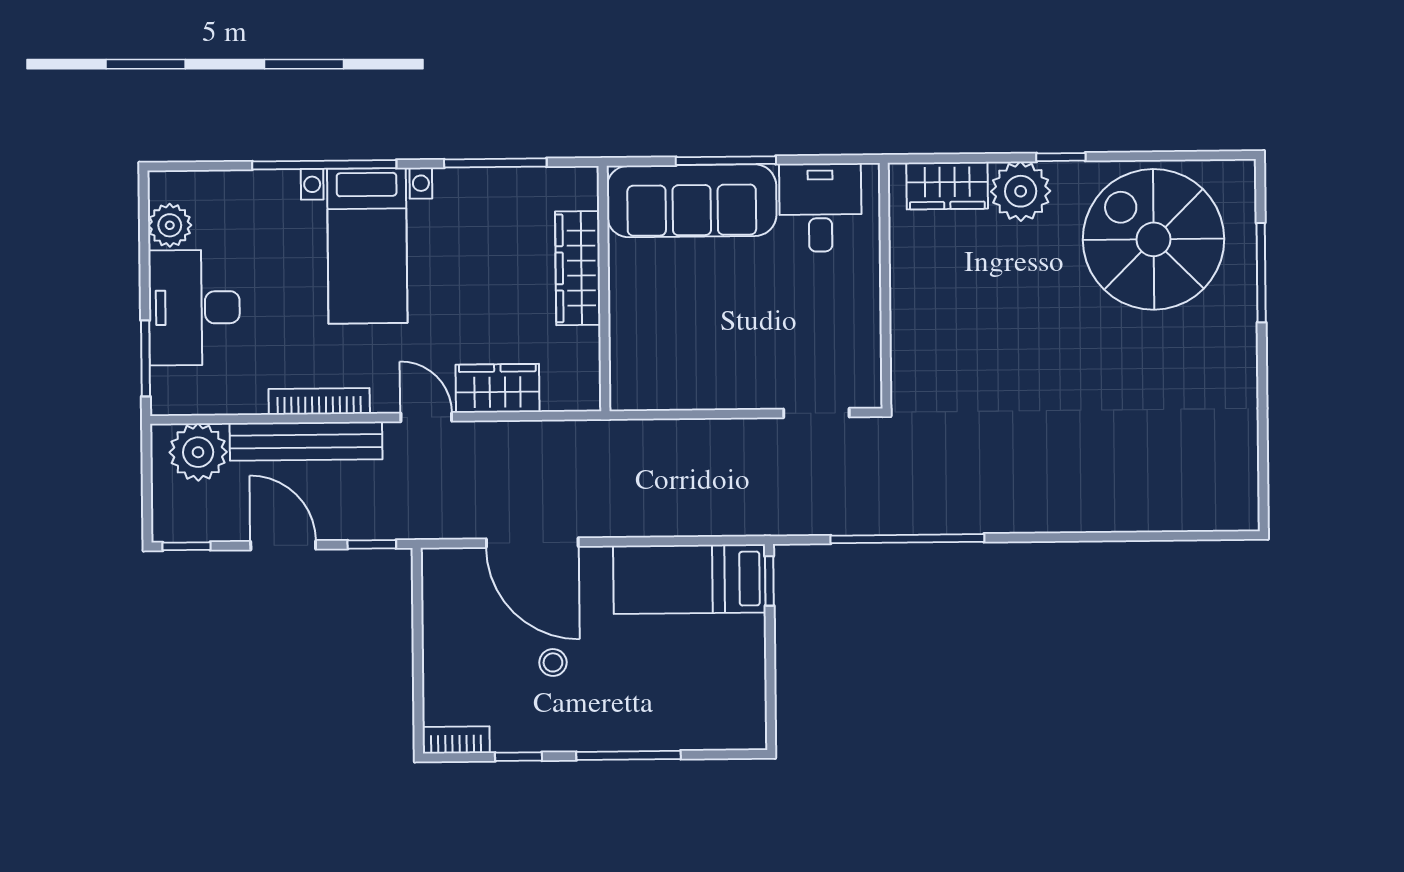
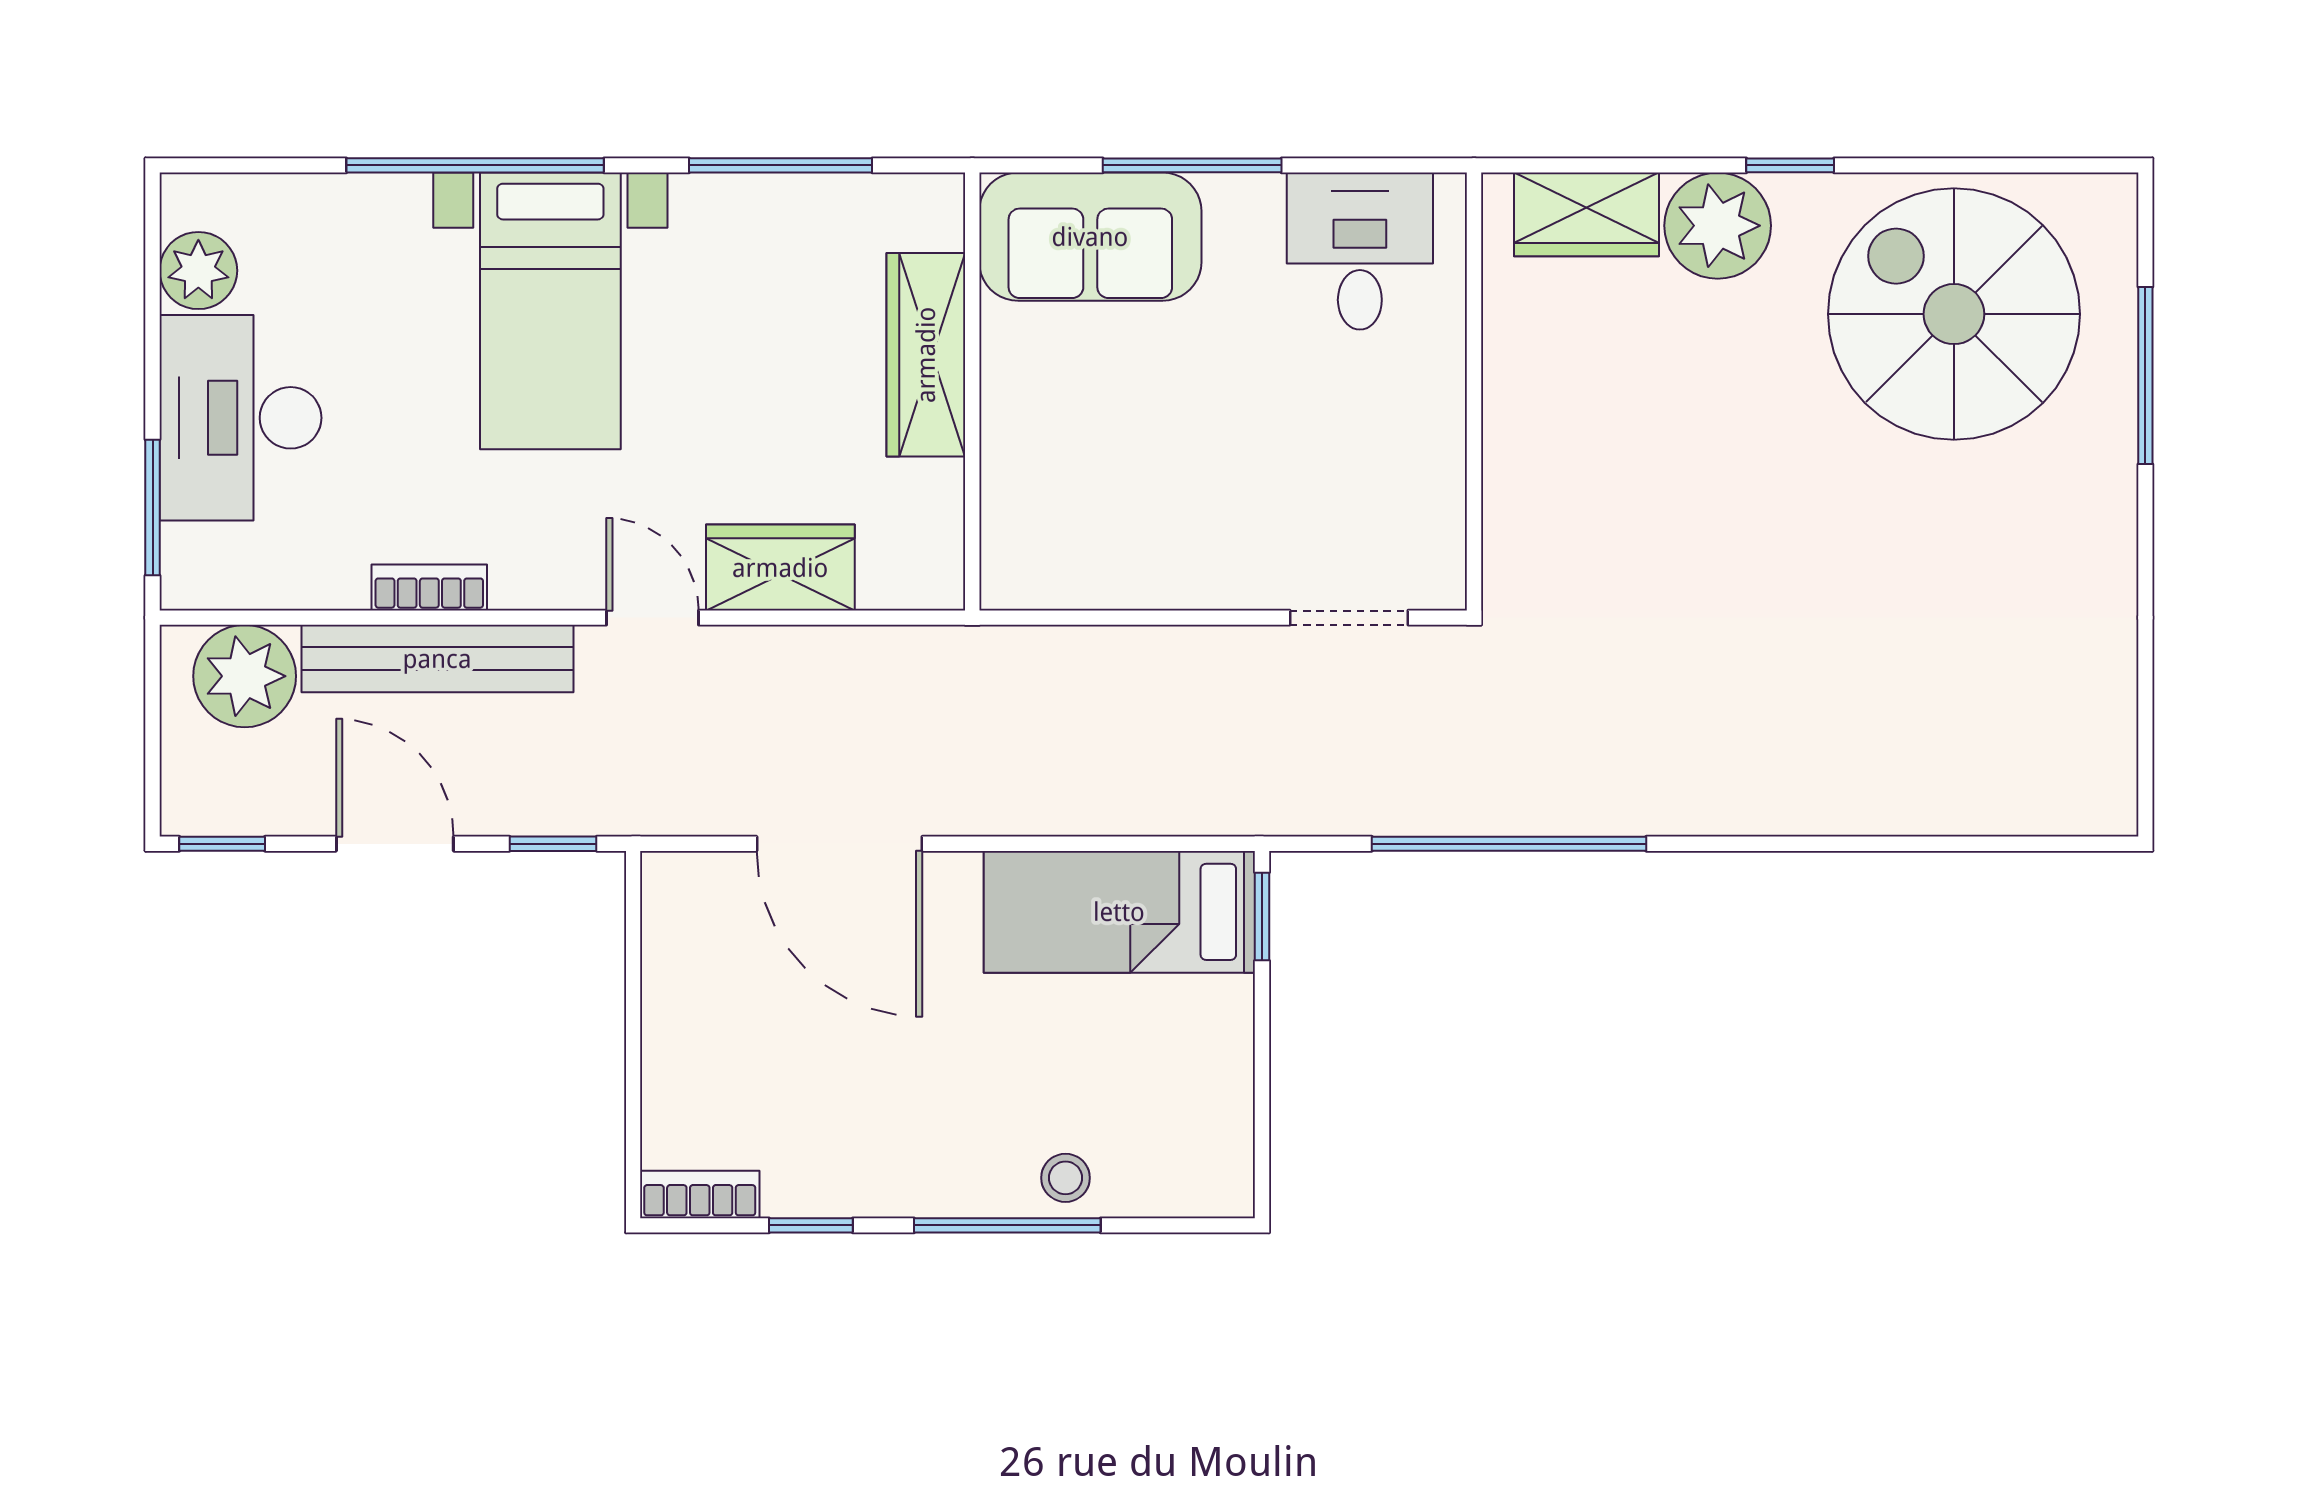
sofa: (692, 201) -> (1090, 237), width x0.73
bookcase: (319, 401) -> (429, 588), width x0.64
stool: (553, 662) -> (1066, 1178), moved

